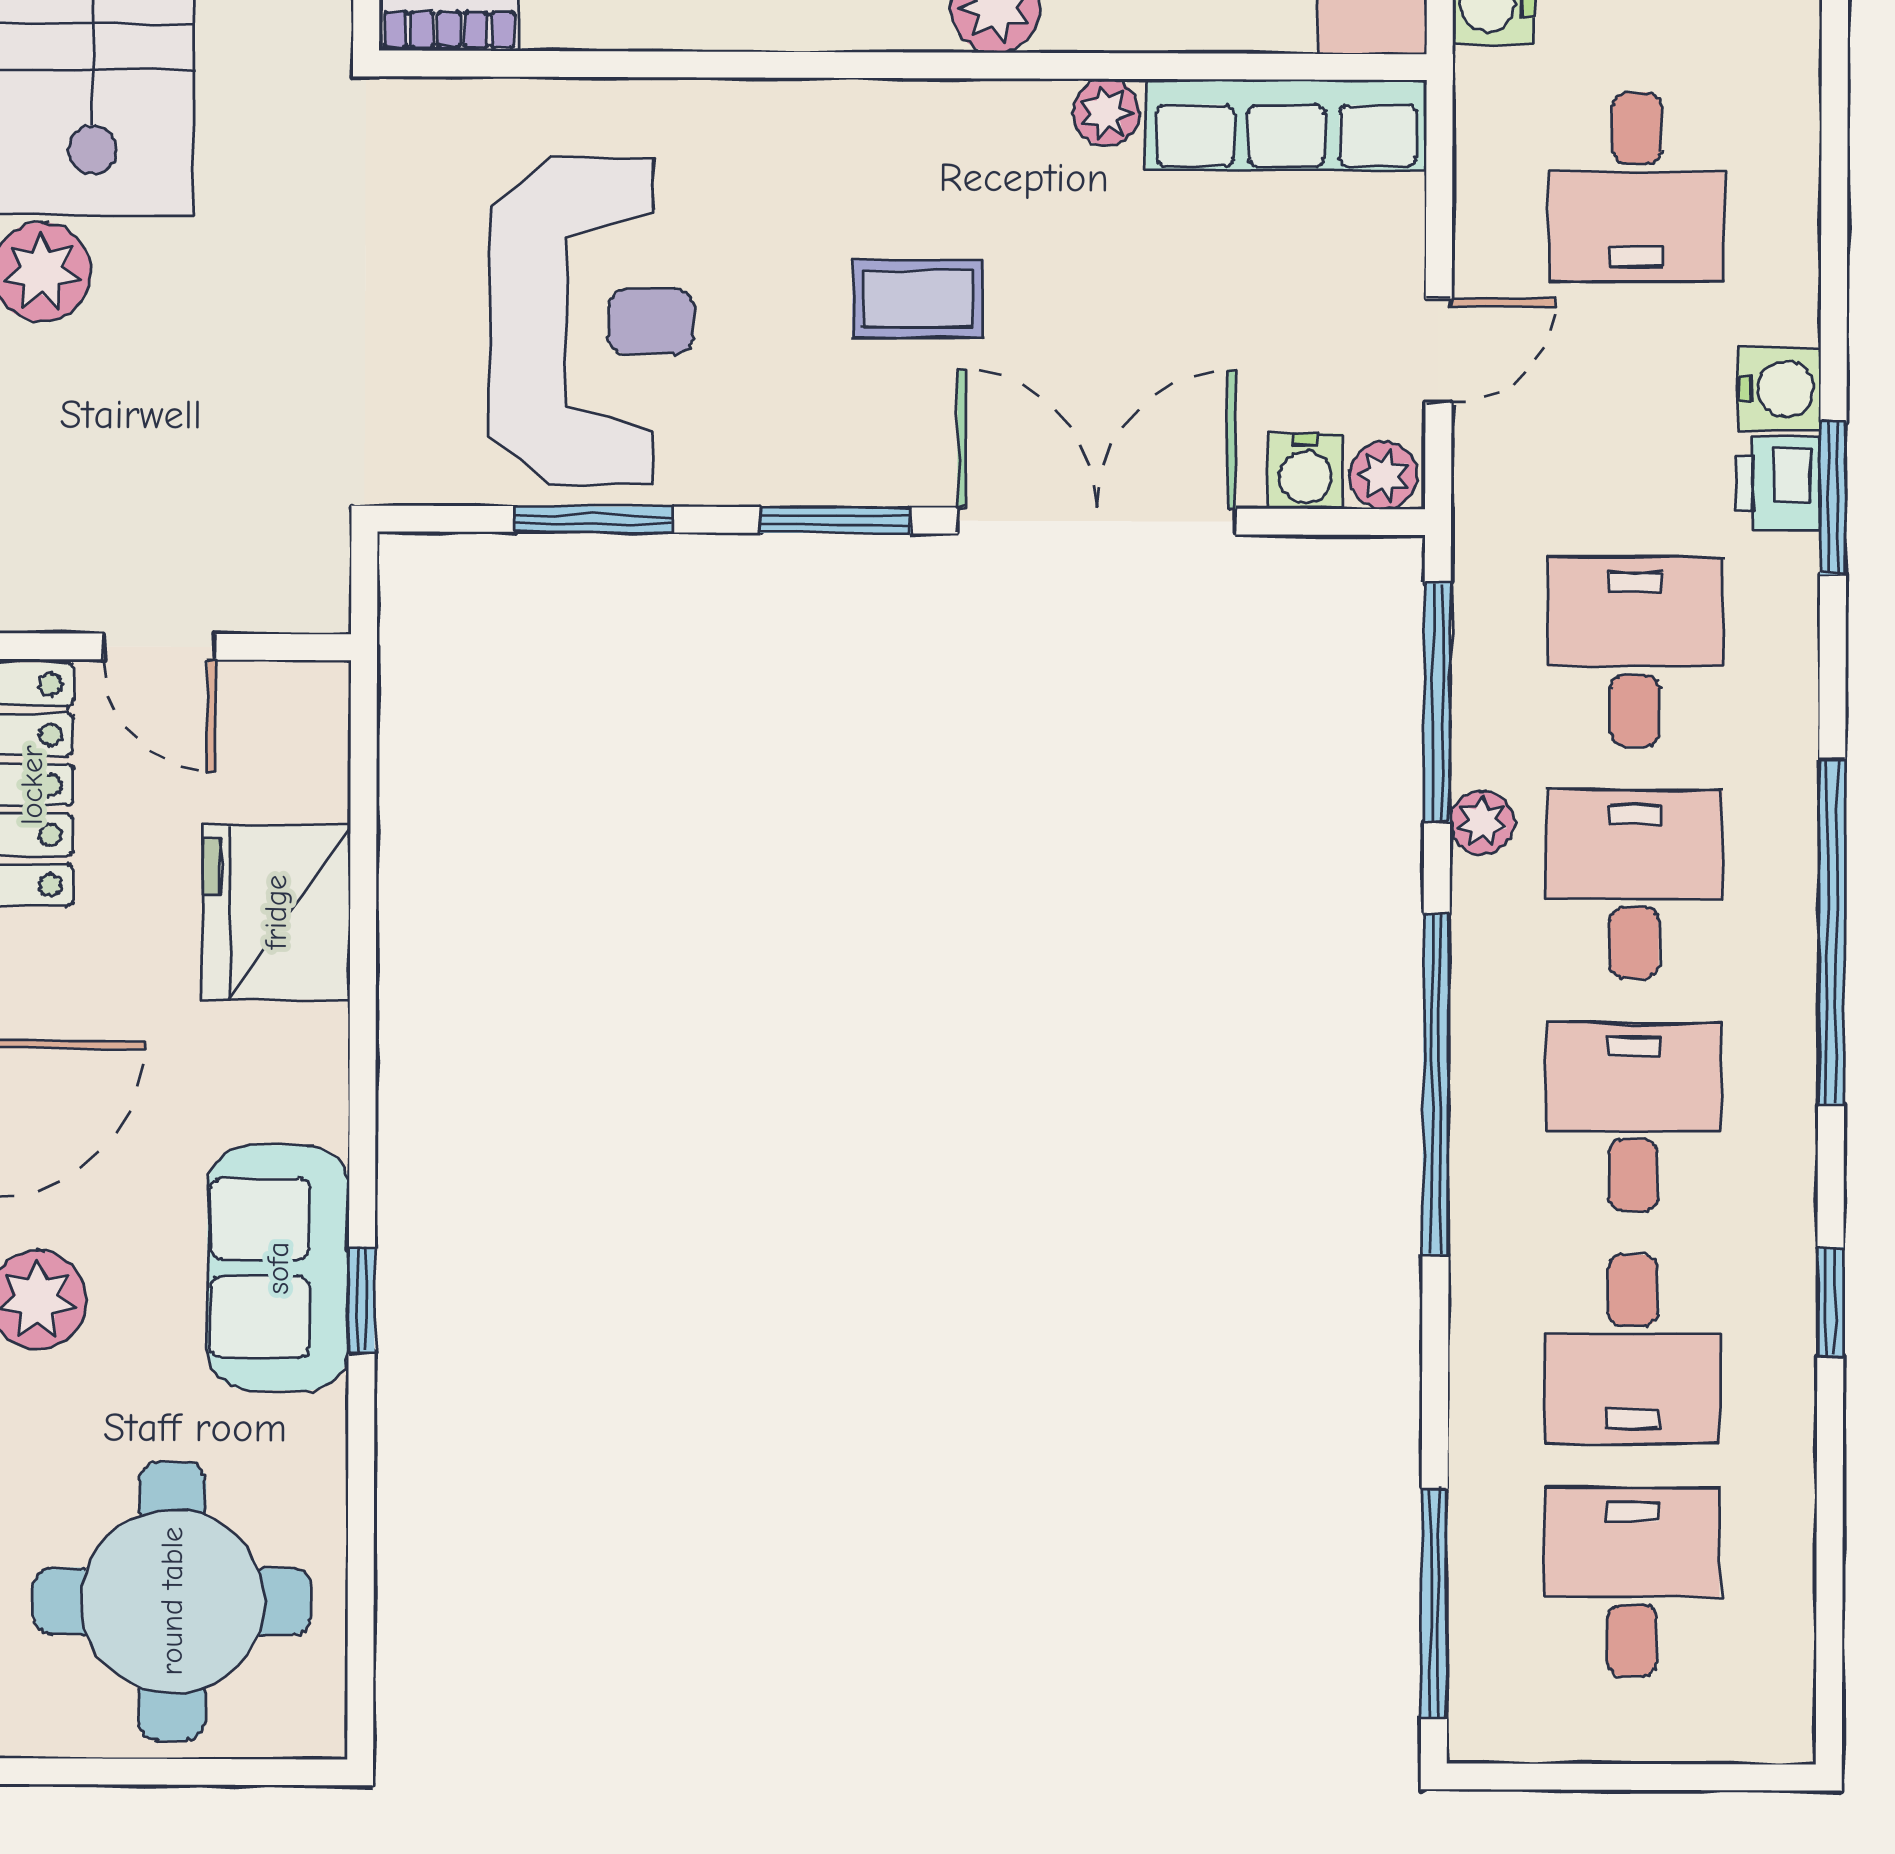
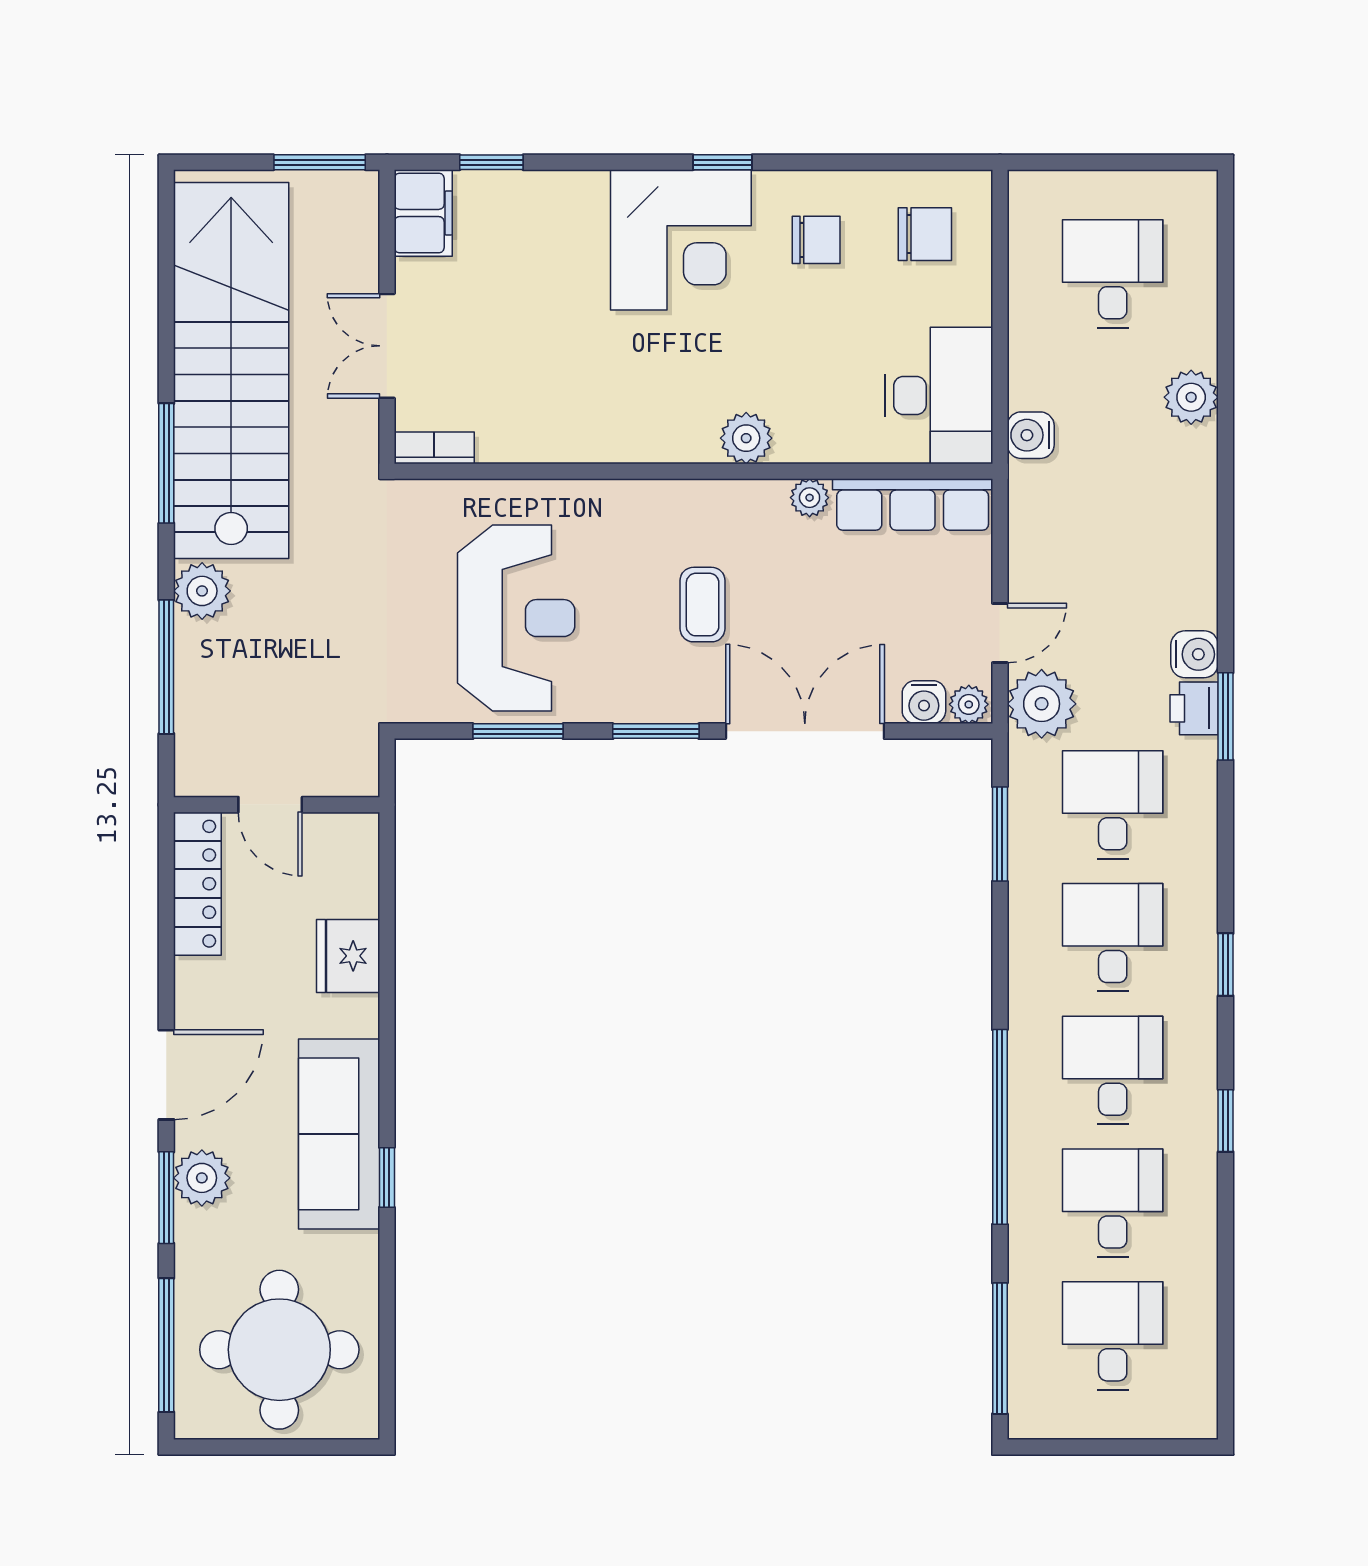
desk: (1637, 187) -> (1113, 539), removed
coffee table: (918, 299) -> (703, 605), turned 90
window: (1437, 703) -> (1000, 834), width x0.69
plant: (1482, 822) -> (1042, 704), moved, width x1.88, depth x1.88
fridge: (276, 912) -> (348, 956), width x0.73, depth x0.75
window: (1832, 933) -> (1226, 965), width x0.32
window: (1436, 1084) -> (1000, 1127), moved
sofa: (278, 1268) -> (339, 1134), width x1.36
window: (1830, 1302) -> (1226, 1121), moved
desk: (1633, 1349) -> (1113, 1203), turned 180

